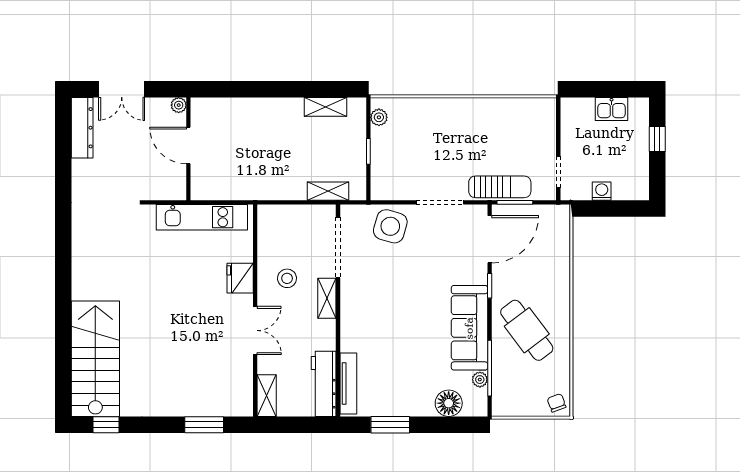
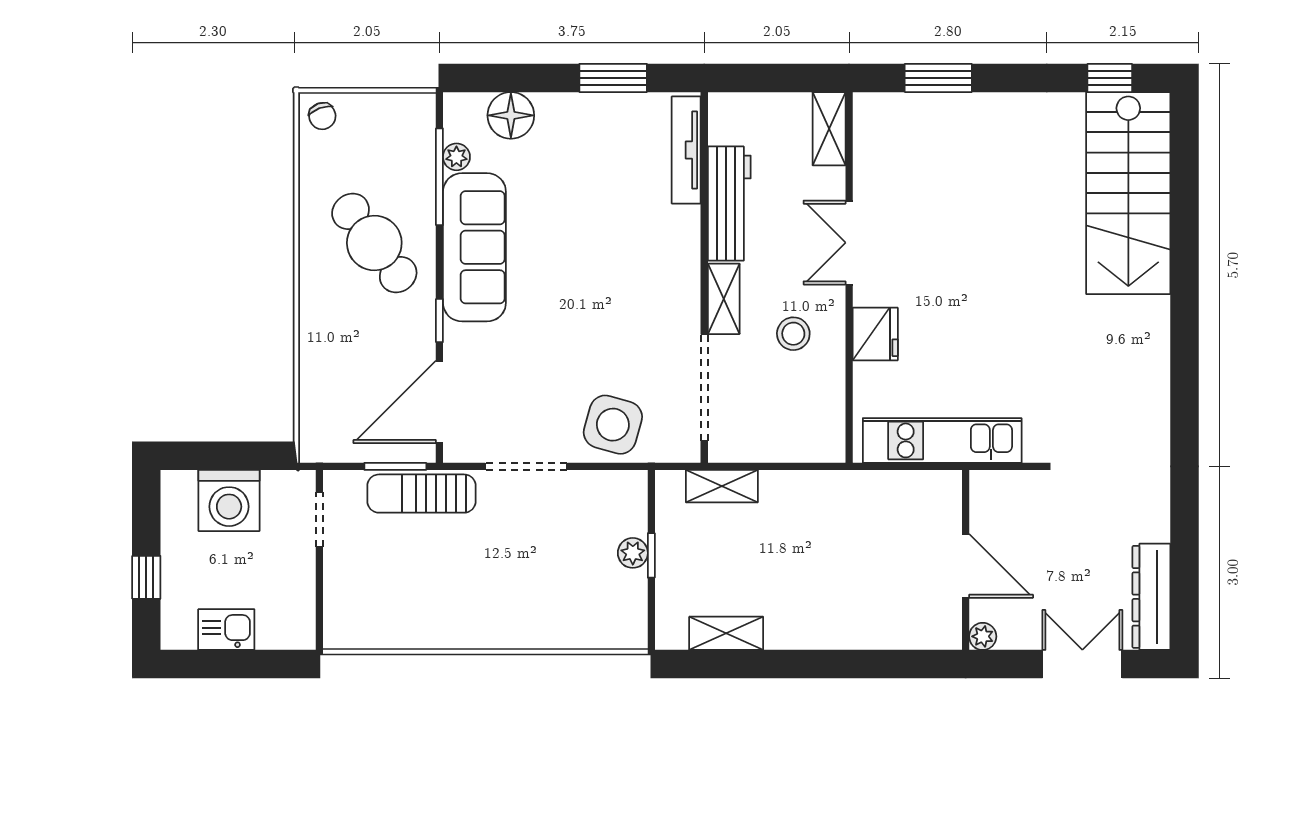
plant: (379, 117) -> (633, 553), moved
washing machine: (602, 191) -> (229, 500), width x1.89, depth x1.89
workbench: (324, 384) -> (729, 204), moved

